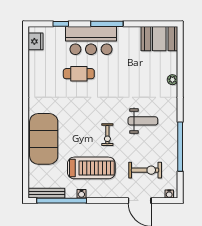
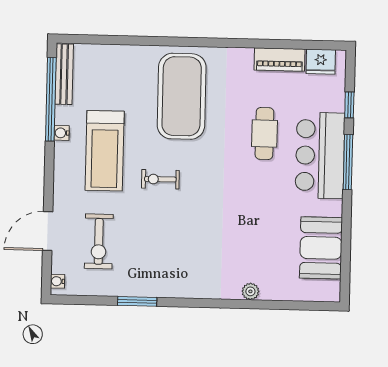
window: (107, 24) -> (348, 162), moved
booth: (159, 39) -> (321, 248), moved
piano: (35, 66) -> (280, 60), added
weight bench: (143, 121) -> (182, 240), removed
exercise mat: (44, 139) -> (182, 96), moved, turned 90
window: (180, 147) -> (137, 301), width x0.47

